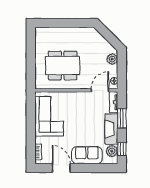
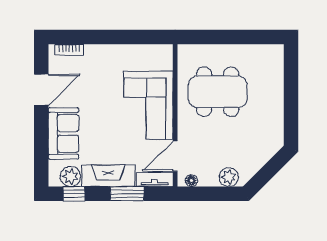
dining table: (63, 66) -> (218, 92), turned 90
door: (100, 90) -> (175, 156), swing flipped
corner sofa: (49, 116) -> (149, 105), moved, turned 90

